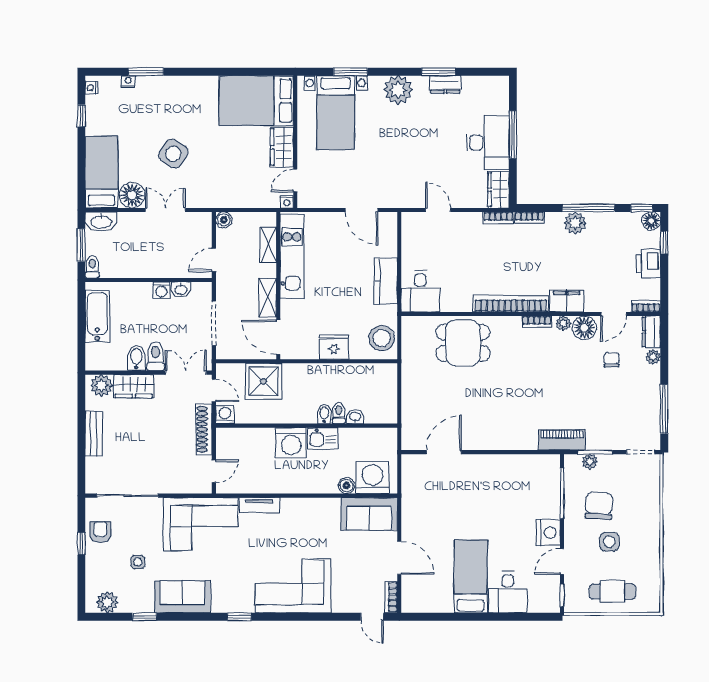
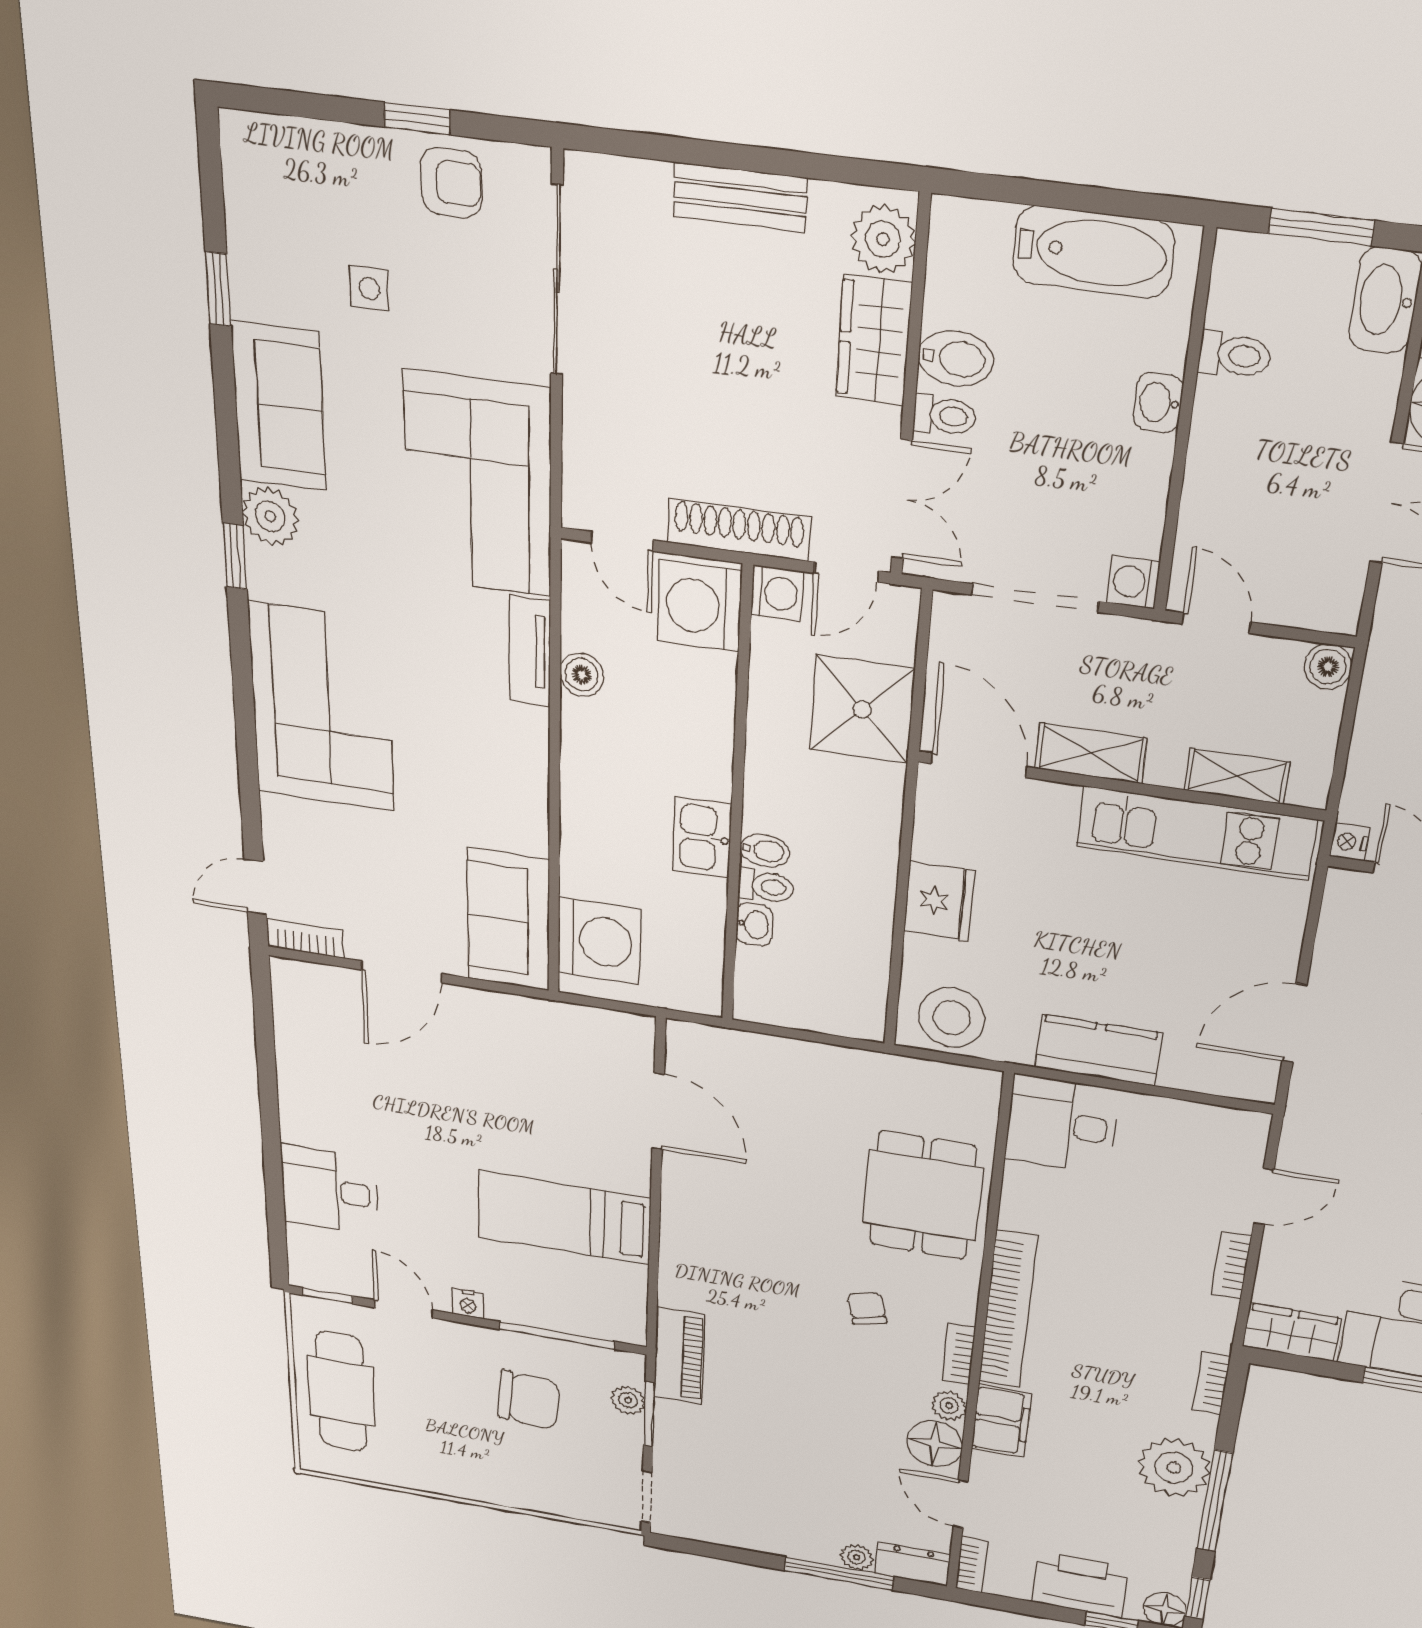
bookcase: (498, 218) -> (1231, 1265), moved
plant: (575, 223) -> (1174, 1468), width x1.36, depth x1.36
printer: (649, 264) -> (1080, 1585), width x1.37, depth x1.19
toilet: (92, 267) -> (1235, 355), moved
washbasin: (181, 289) -> (1158, 403), moved
washing machine: (162, 290) -> (1133, 582), moved
door: (278, 337) -> (979, 765), hinge flipped
toilet: (155, 356) -> (945, 415), width x0.73, depth x0.72
chair: (612, 360) -> (867, 1309), moved, turned -105
window: (664, 409) -> (839, 1574), moved
washing machine: (291, 443) -> (699, 606), moved
boiler: (346, 486) -> (582, 675), moved
nightstand: (548, 533) -> (468, 1304), width x0.53, depth x0.56
side table: (609, 542) -> (450, 1405), removed
bed: (471, 576) -> (564, 1218), moved, turned 180
cafe table: (612, 591) -> (341, 1392), width x1.37, depth x1.35
plant: (107, 602) -> (270, 516), moved

